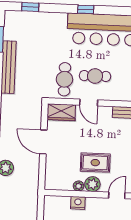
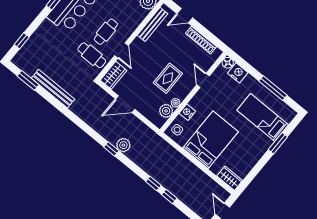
door: (89, 103) -> (121, 50), hinge flipped
plant: (92, 184) -> (166, 111), moved
side table: (55, 206) -> (177, 130), added

